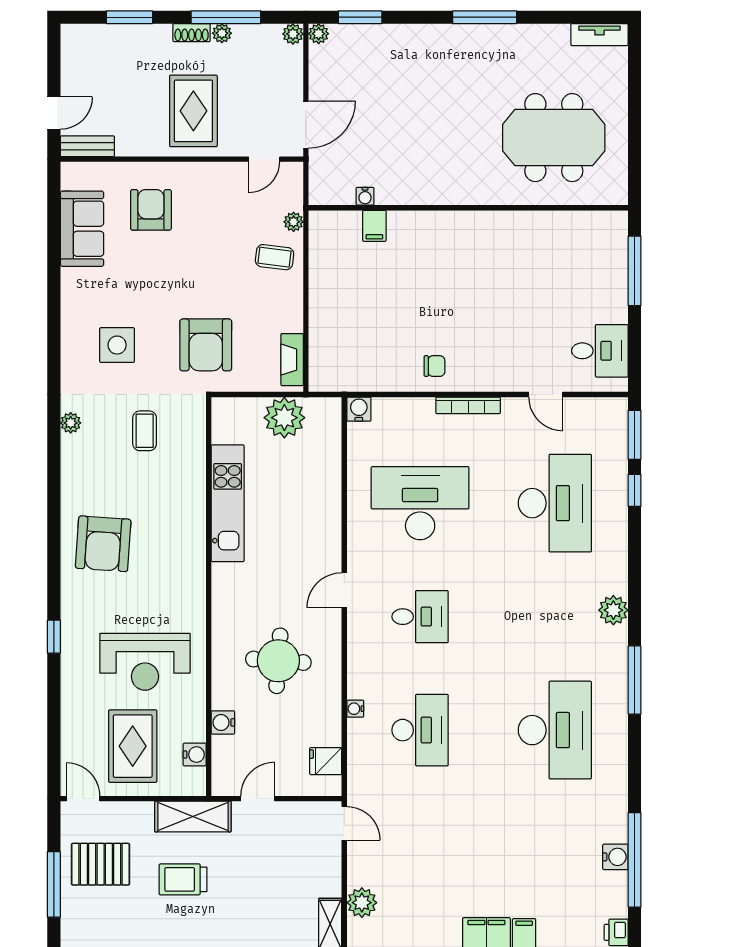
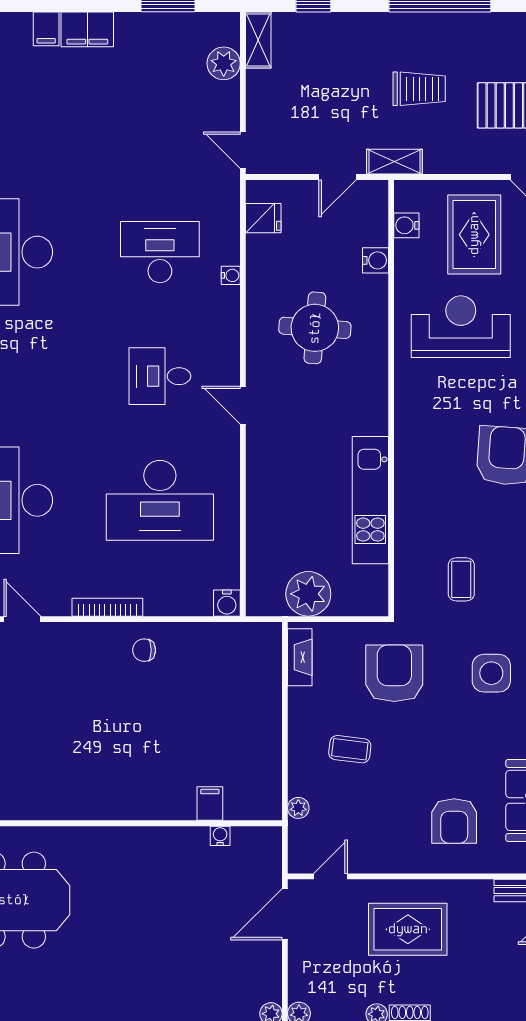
rug: (193, 111) -> (408, 929), turned 90
coffee table: (275, 257) -> (350, 749), moved
door: (344, 590) -> (243, 405), swing flipped
desk: (420, 730) -> (160, 252), turned 90
shelving: (193, 817) -> (394, 162), width x0.67, depth x0.75

